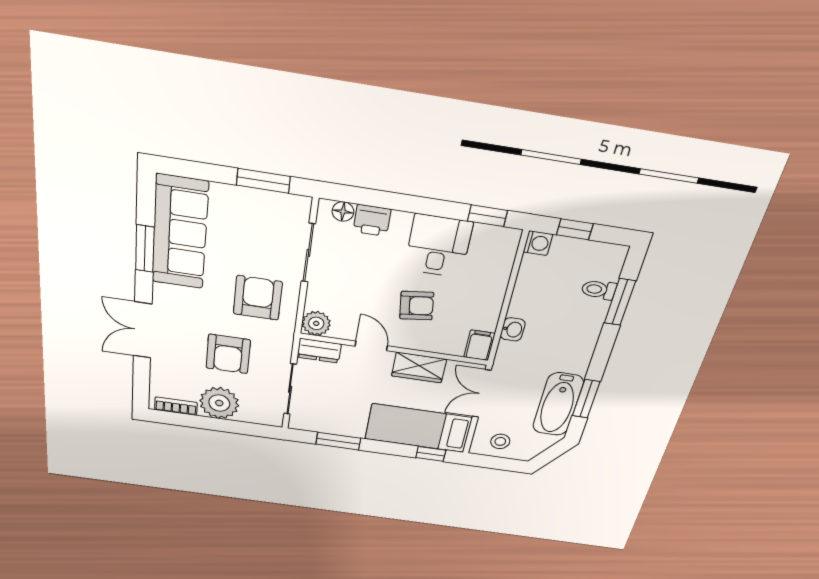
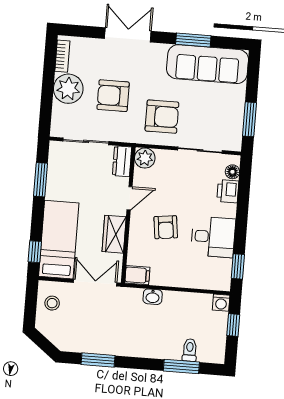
bathtub: (558, 404) -> (91, 340), removed

